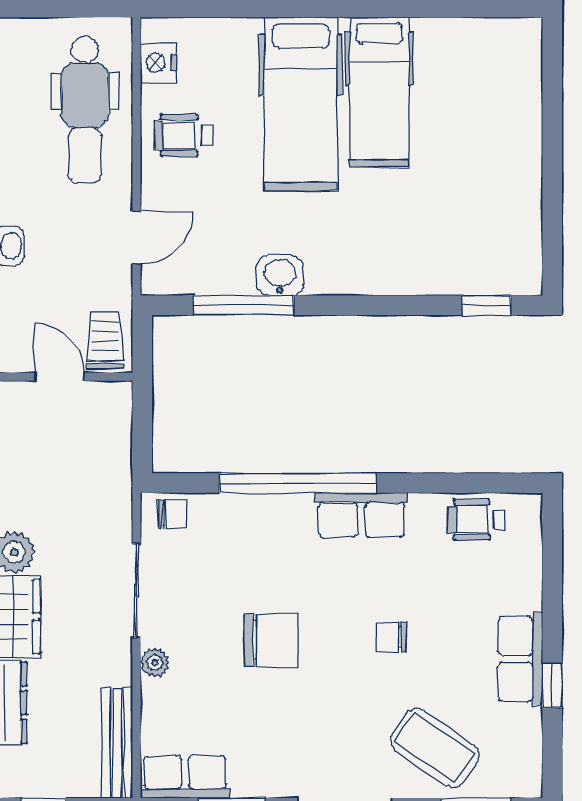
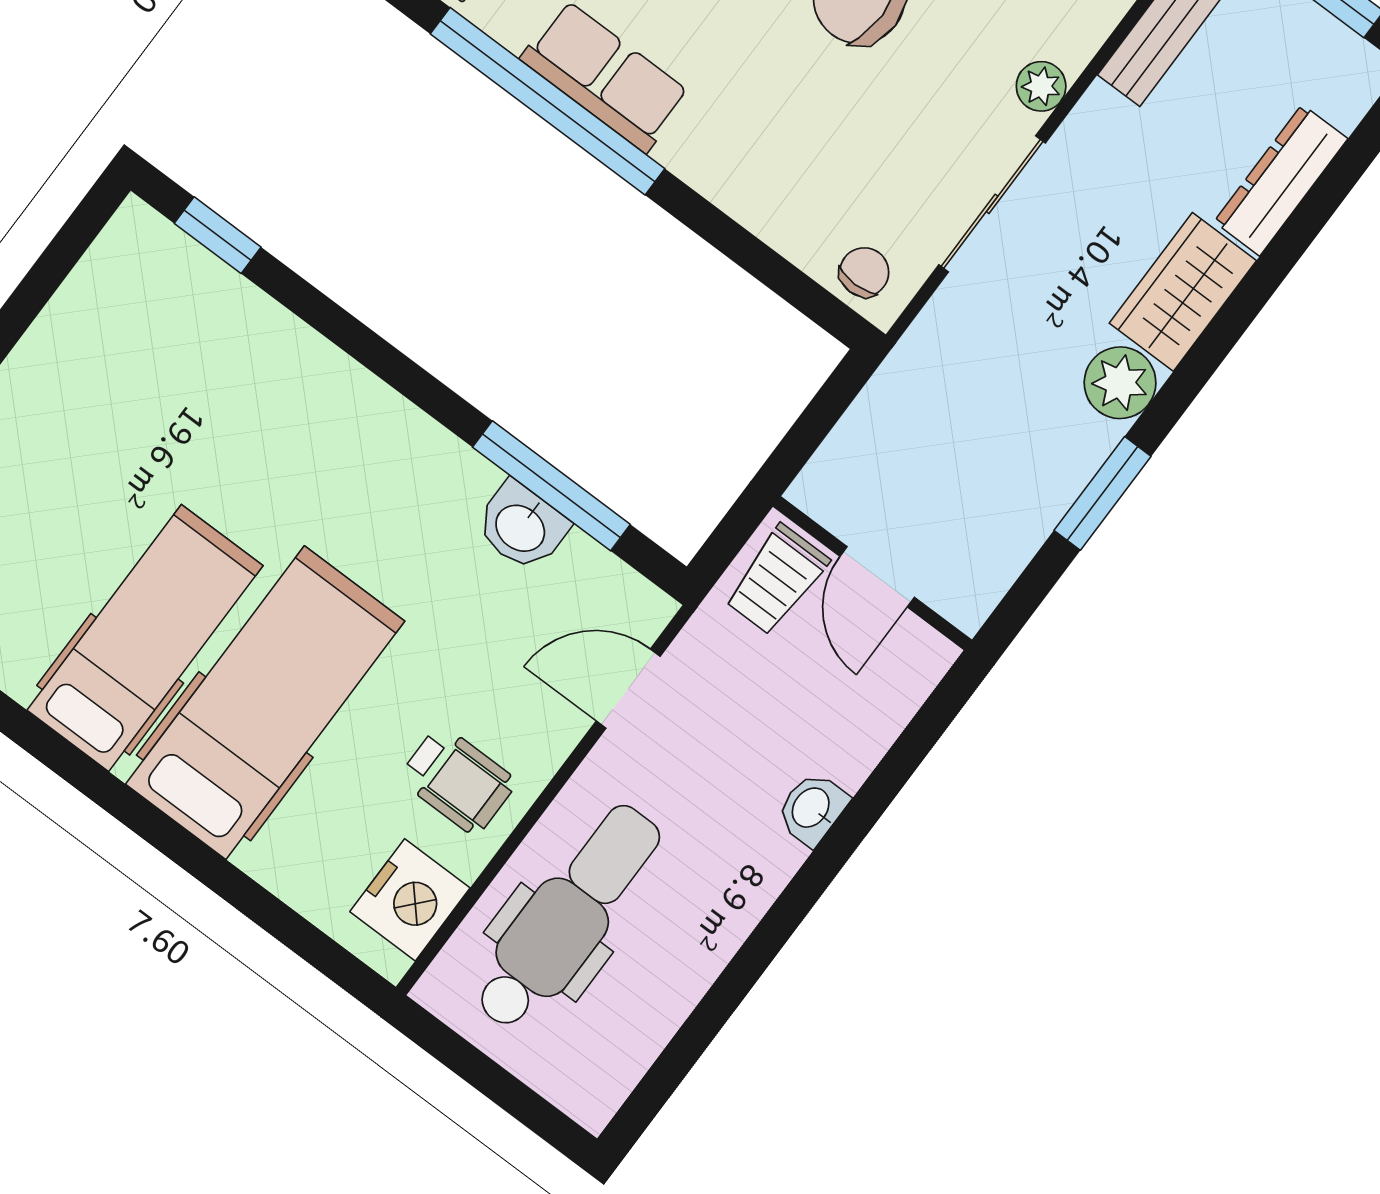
nightstand: (158, 63) -> (410, 900), width x1.36, depth x1.33
washbasin: (280, 276) -> (521, 527), moved
window: (298, 483) -> (548, 101), moved
chair: (172, 514) -> (864, 272), turned 90

